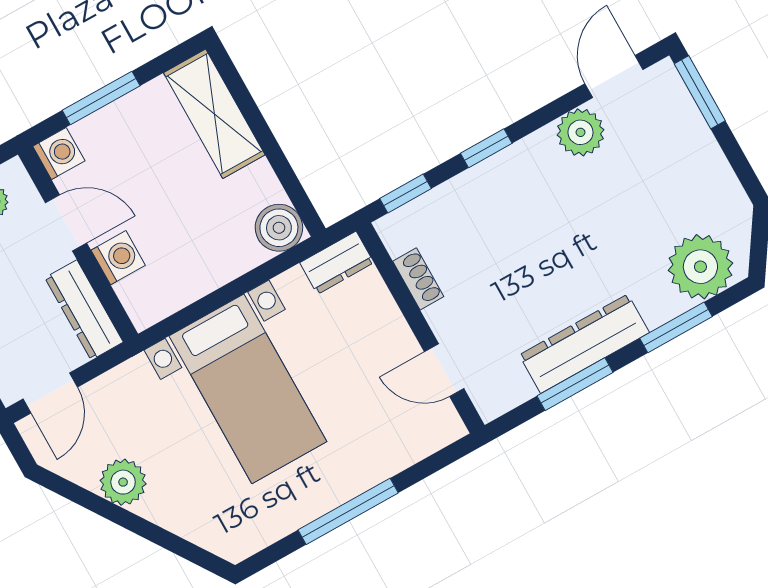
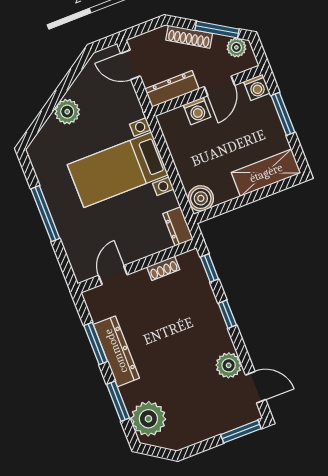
plant: (123, 482) -> (67, 112), moved

